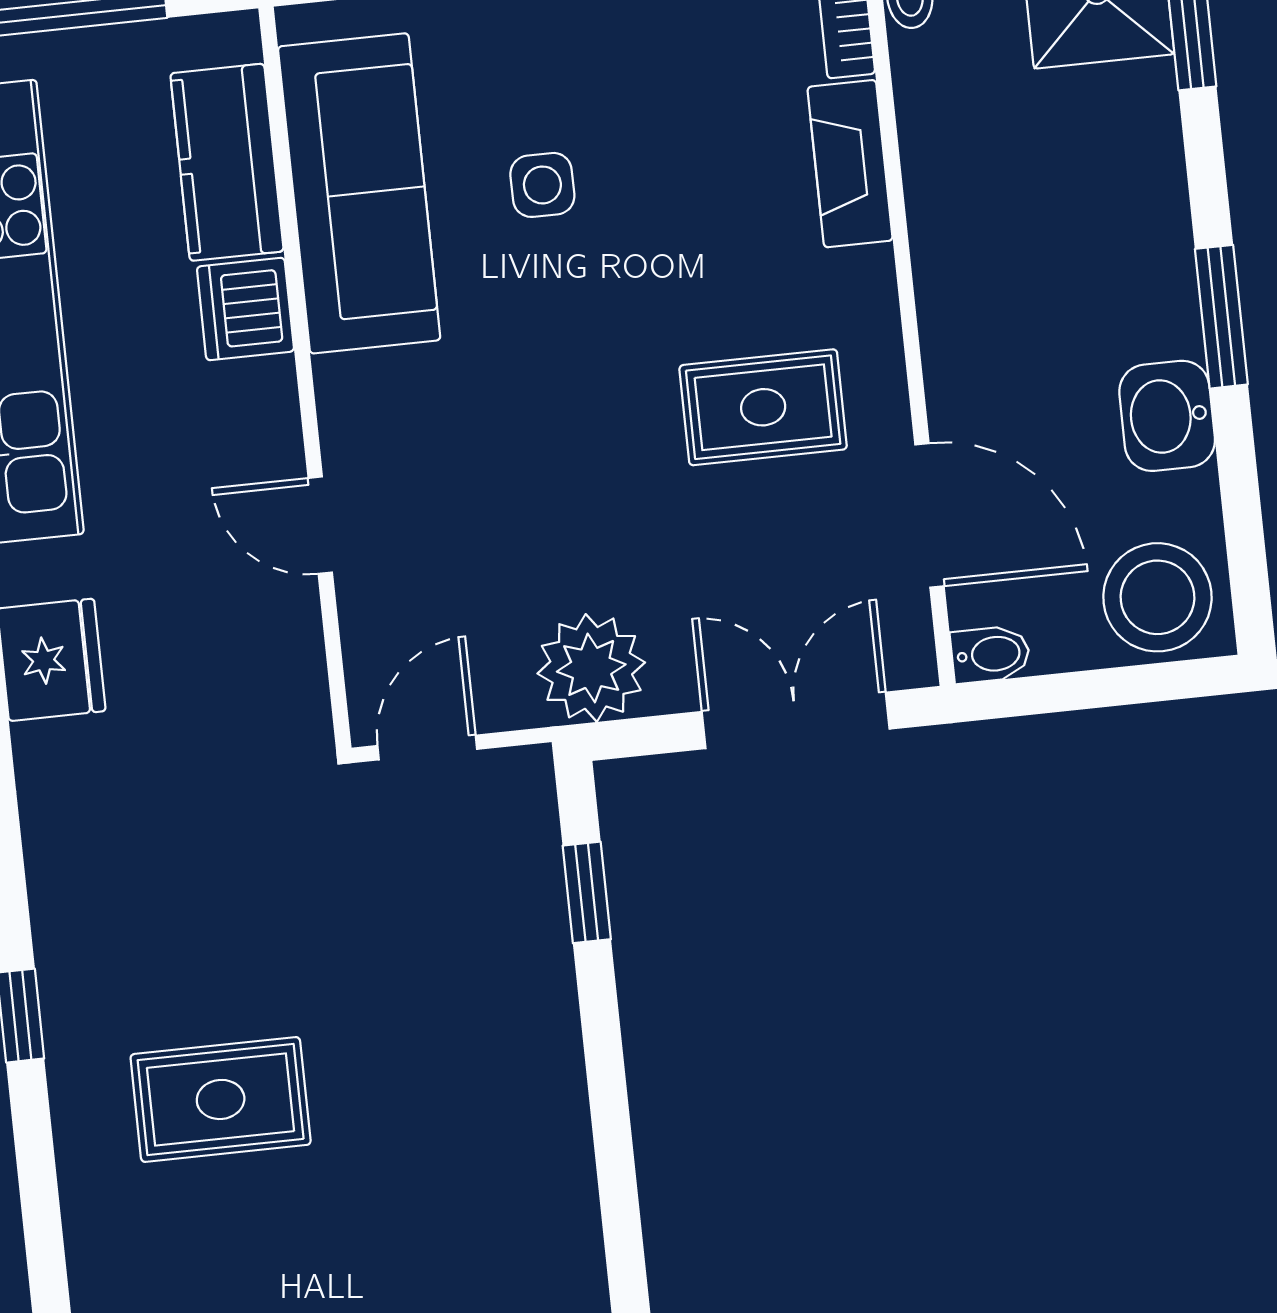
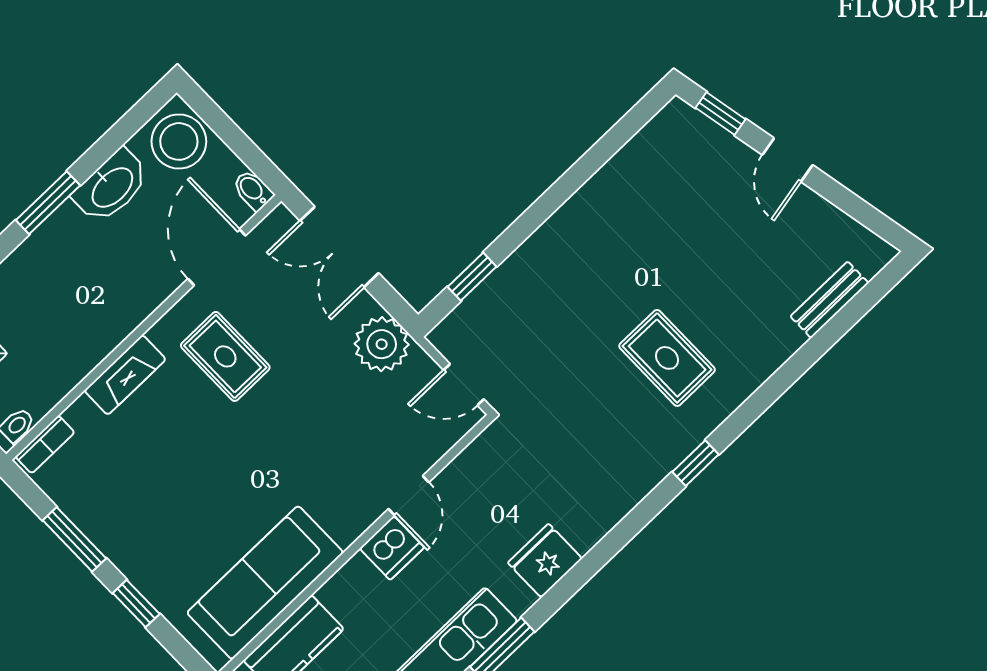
fireplace: (850, 164) -> (125, 375), moved
side table: (542, 185) -> (205, 513), removed
dishwasher: (245, 309) -> (392, 548), moved
washbasin: (1167, 416) -> (111, 187), width x1.38

